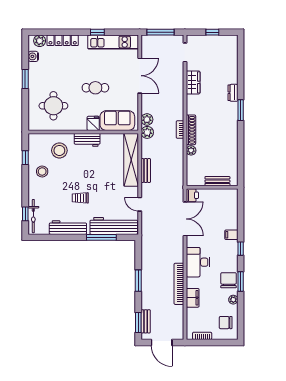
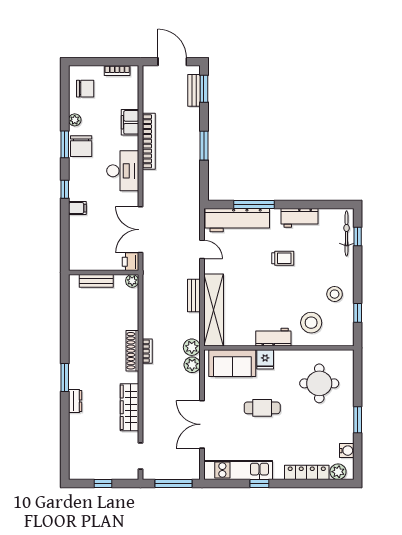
wardrobe: (193, 82) -> (129, 407), width x1.50
plant: (191, 150) -> (132, 281), moved
workbench: (68, 228) -> (300, 218), width x0.73

